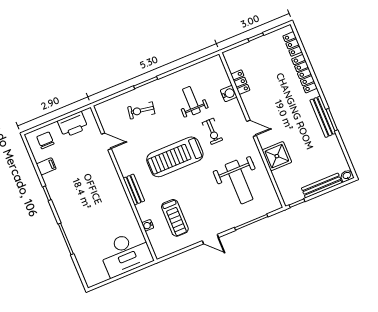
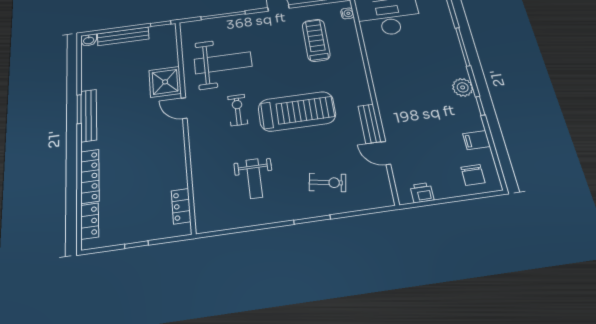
locker: (240, 82) -> (181, 206), moved
water cooler: (229, 94) -> (200, 175), removed
printer: (73, 124) -> (422, 193), width x0.53, depth x0.68
door: (252, 128) -> (184, 108), moved
exercise bike: (212, 131) -> (238, 110), moved
weight bench: (239, 182) -> (223, 63), turned 90
bench: (134, 190) -> (370, 124), moved
plant: (61, 205) -> (463, 87), added
water cooler: (148, 225) -> (347, 13), moved

